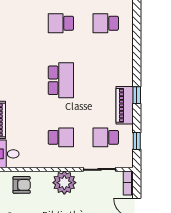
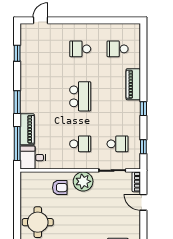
piano: (125, 105) -> (133, 84), moved
school desk: (106, 137) -> (118, 144), turned 180
armchair: (22, 185) -> (60, 188), moved

